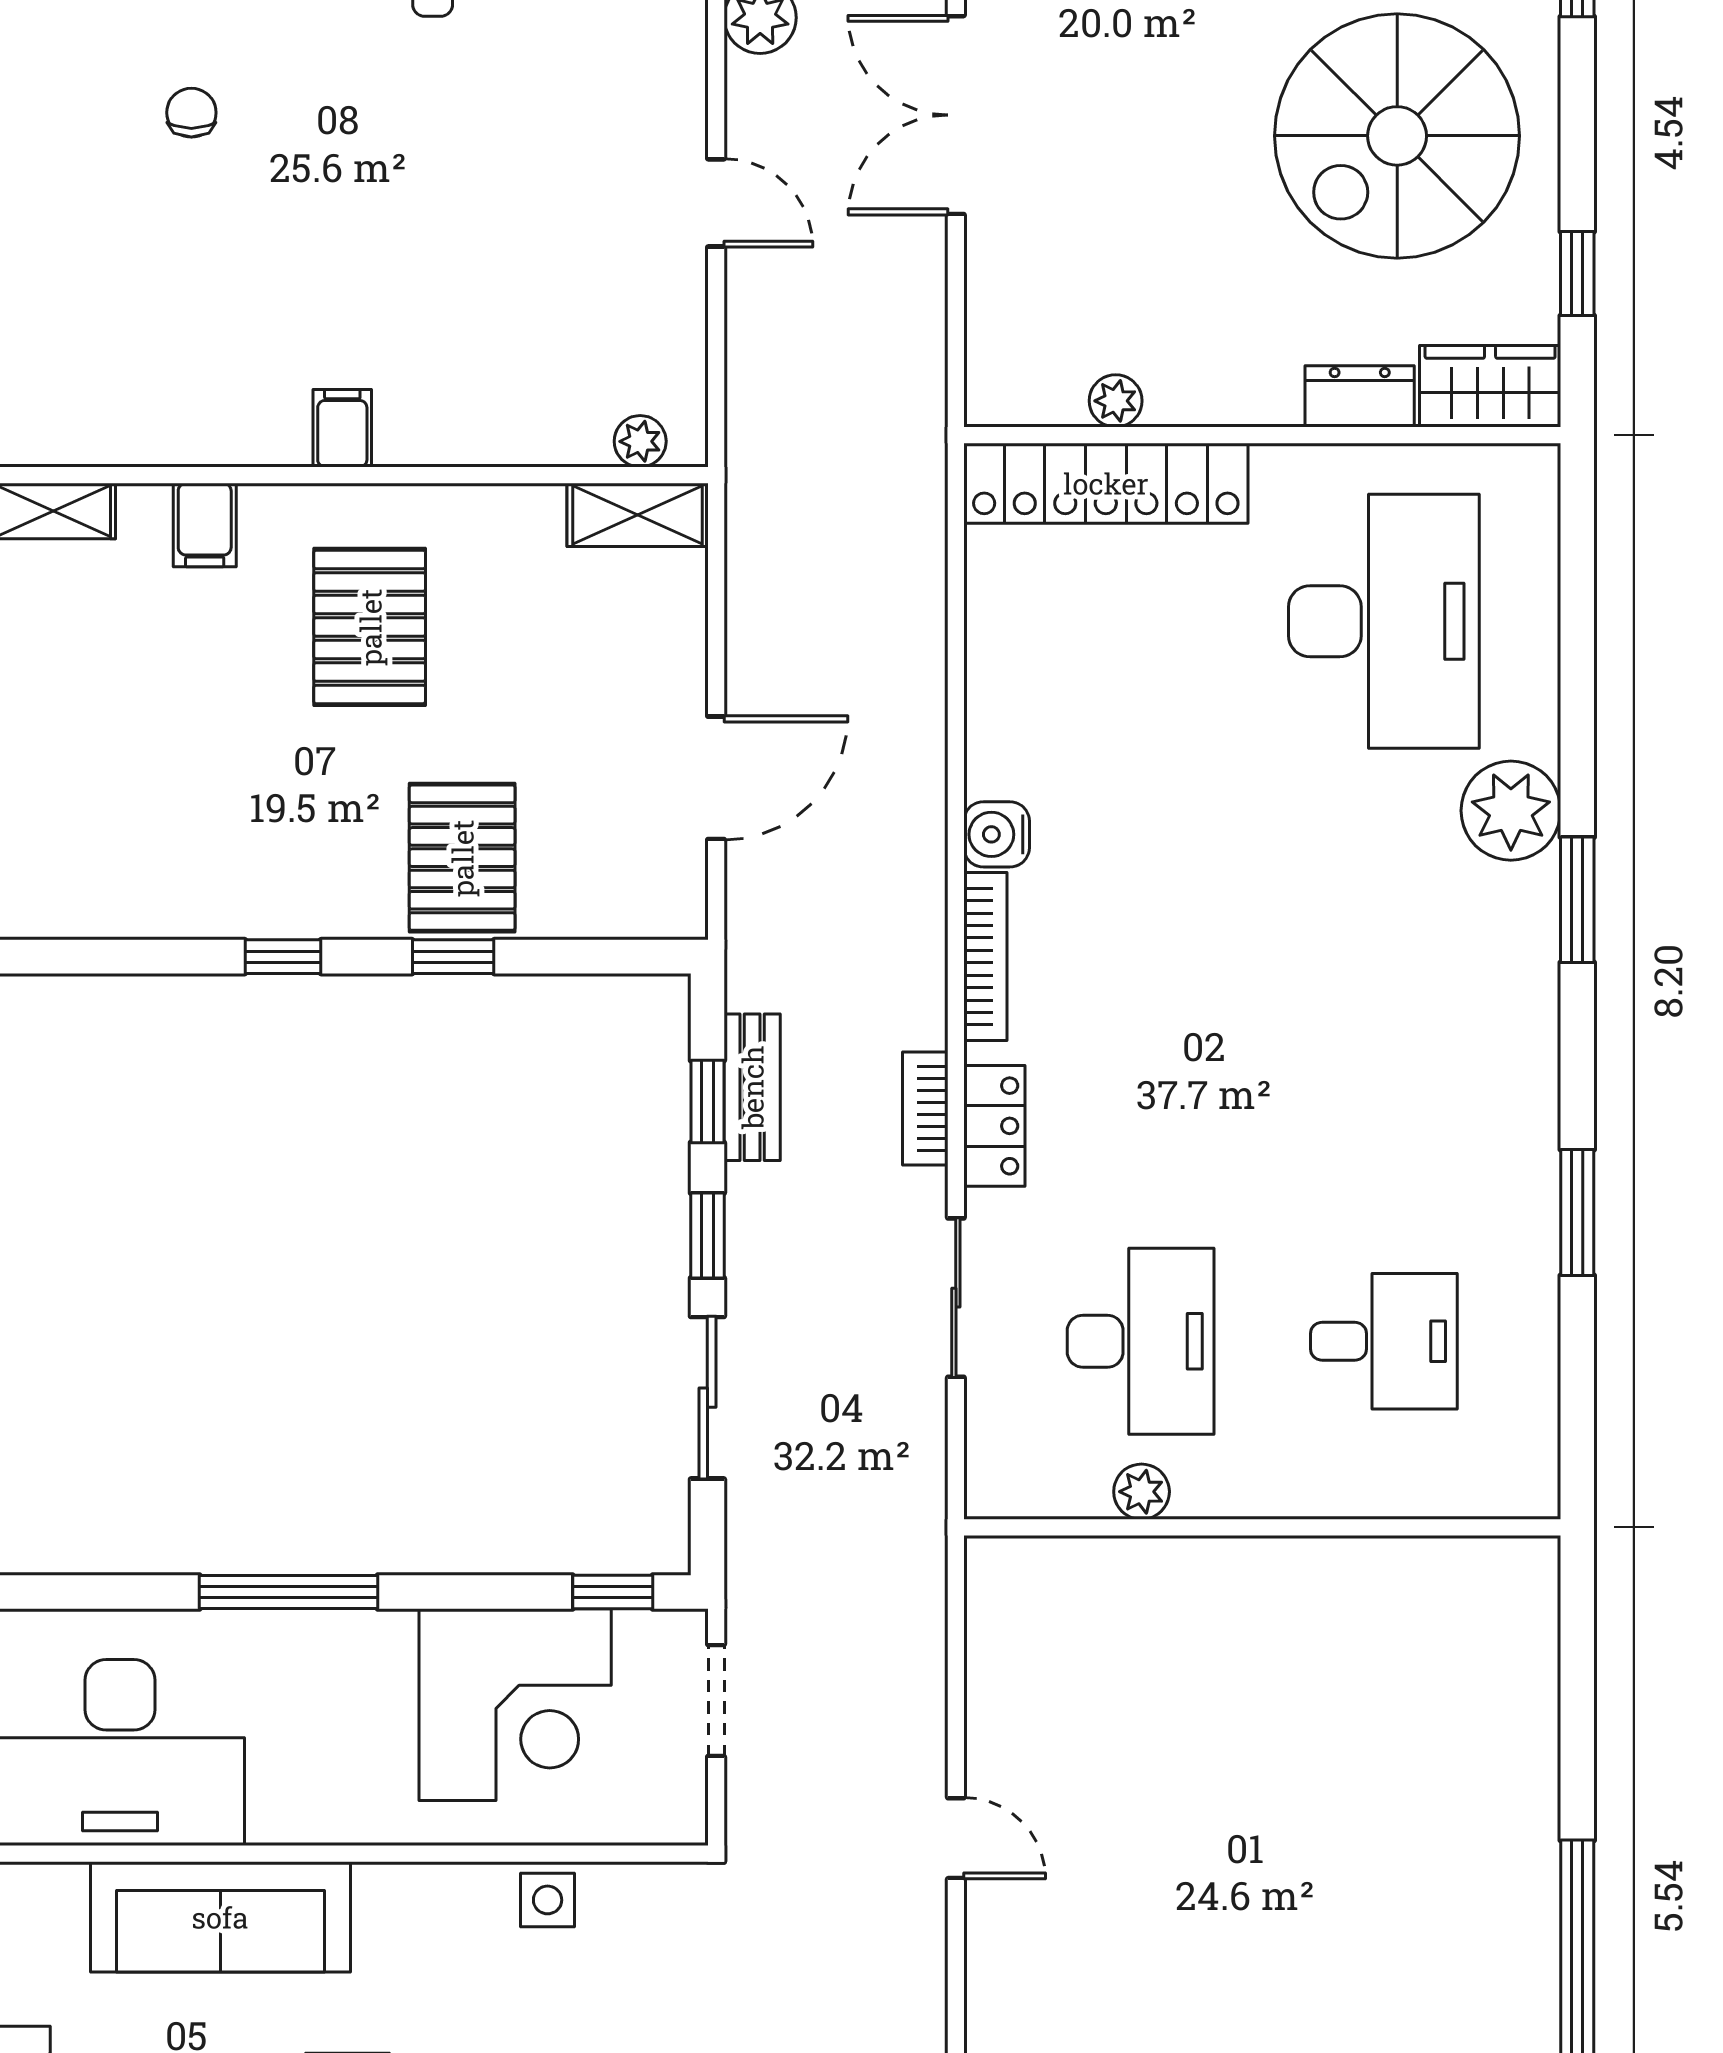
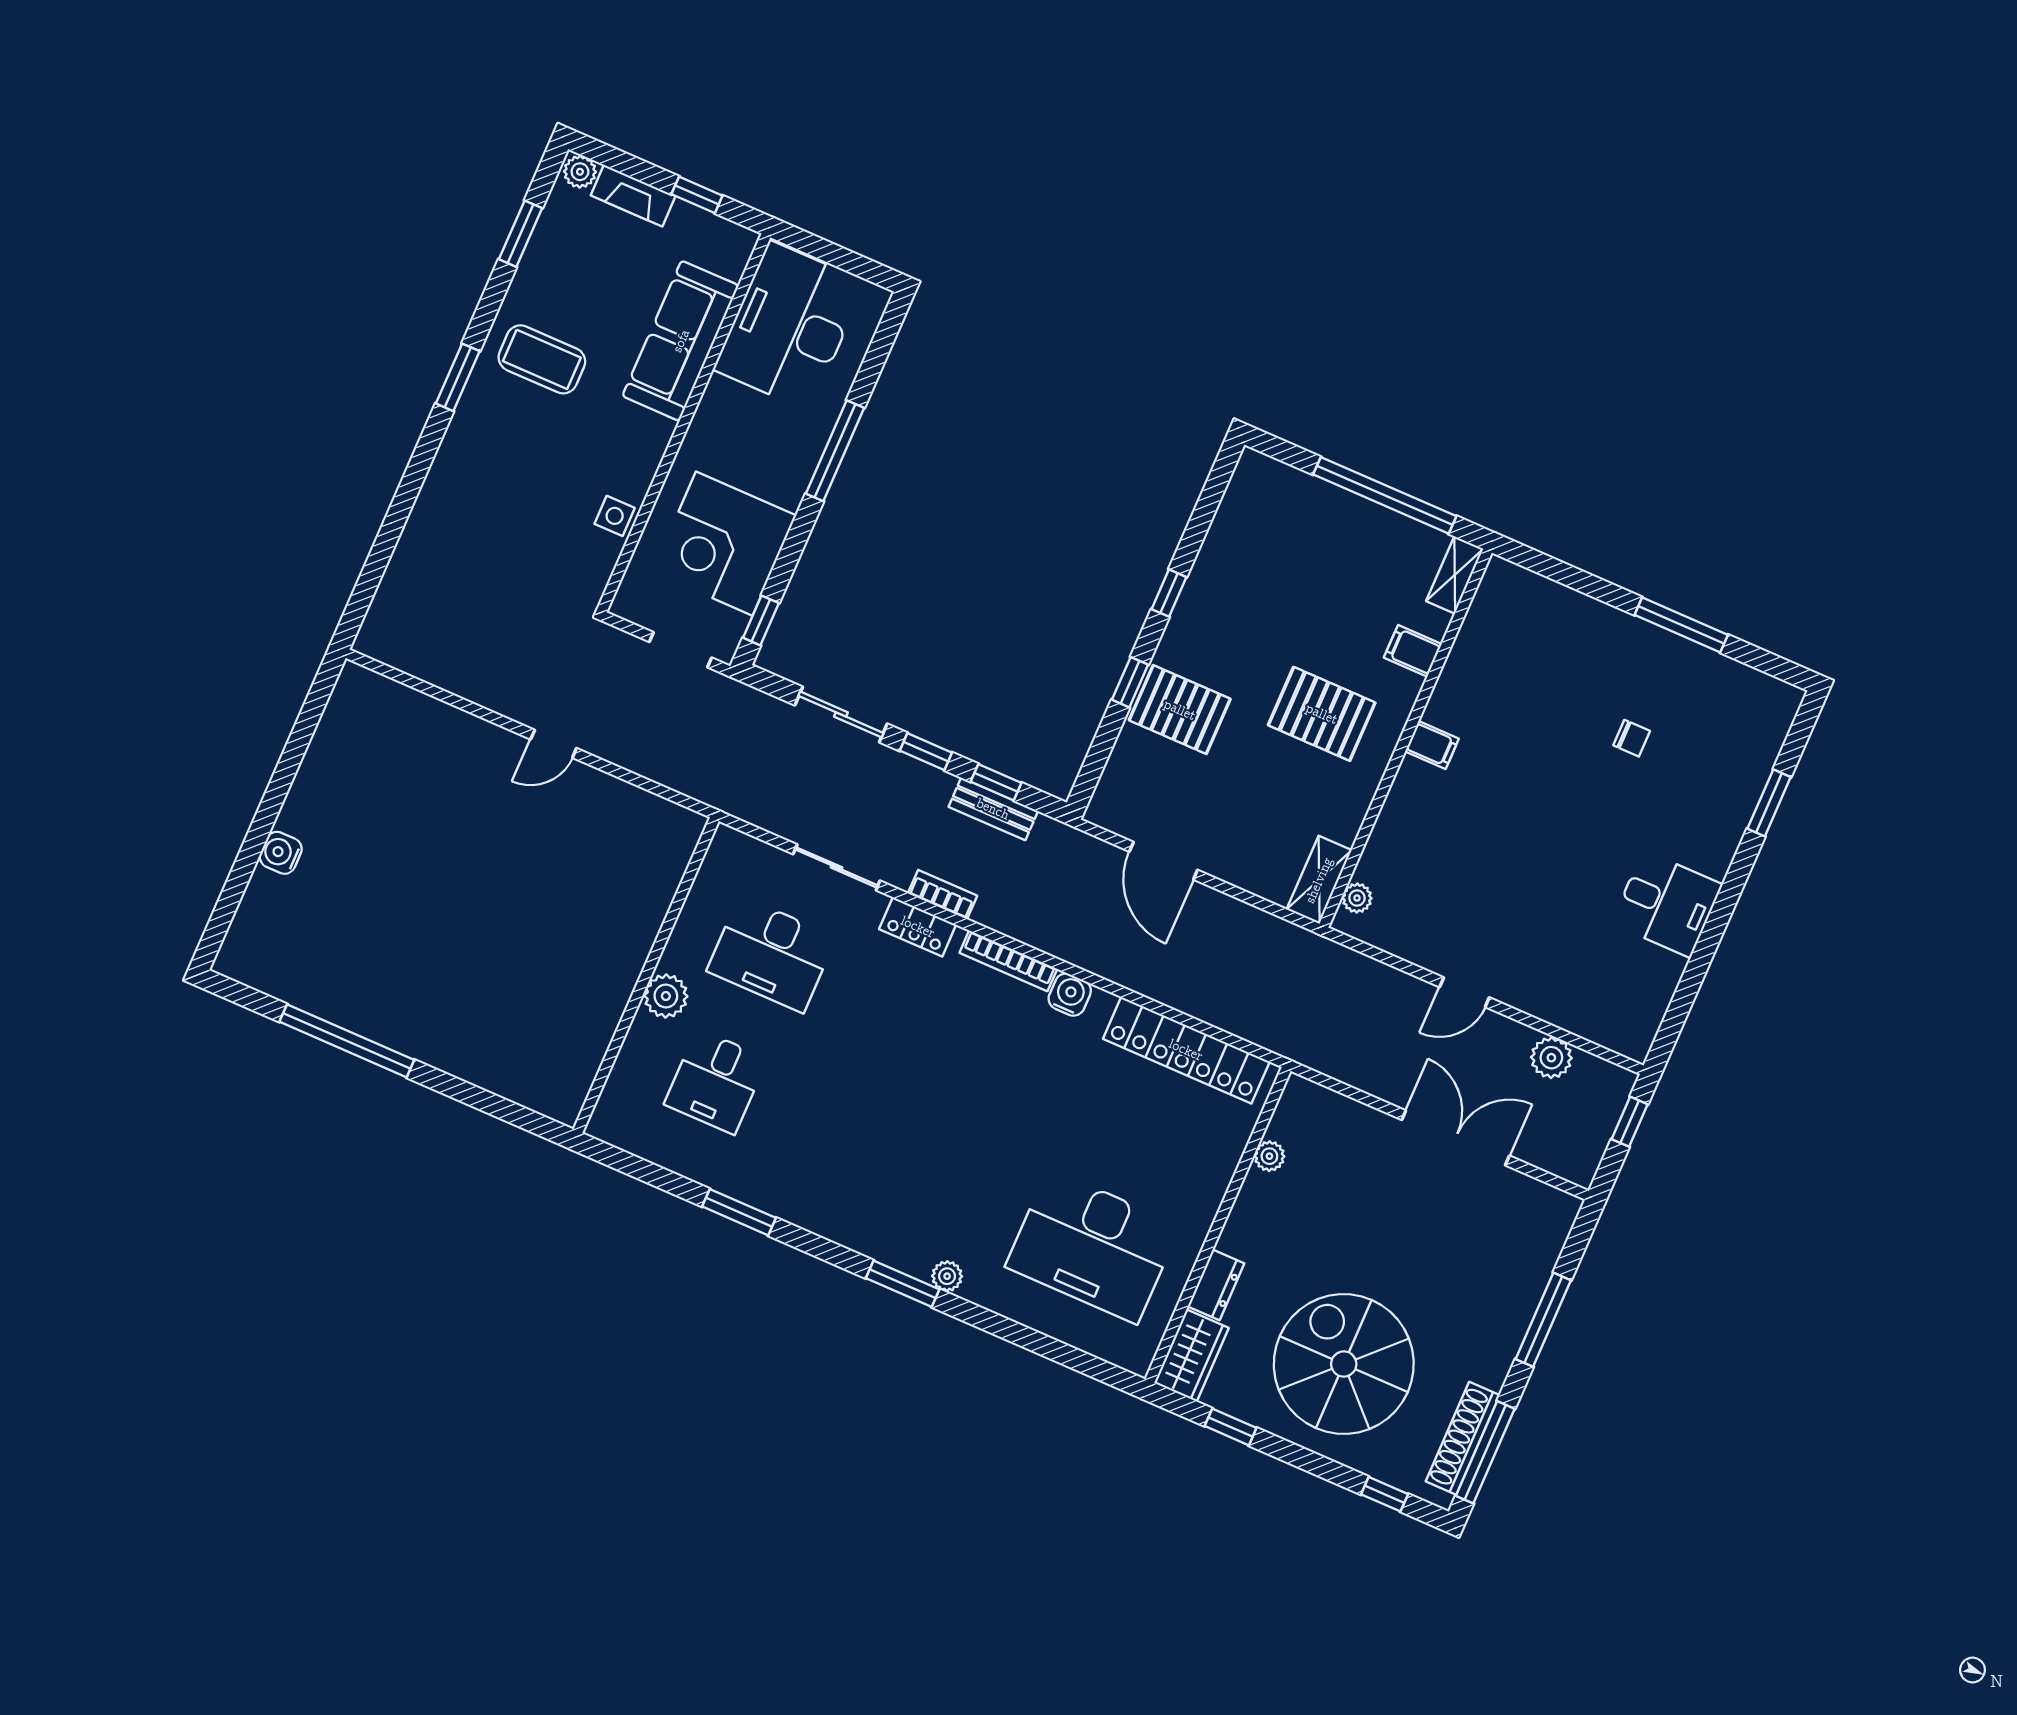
locker: (1106, 483) -> (1186, 1050), moved, turned -90
plant: (1511, 811) -> (947, 1276), width x0.53, depth x0.53
plant: (1142, 1492) -> (666, 996), moved, width x1.38, depth x1.38

